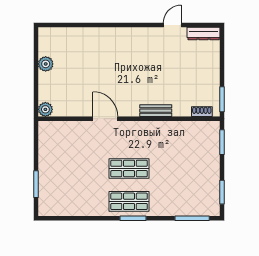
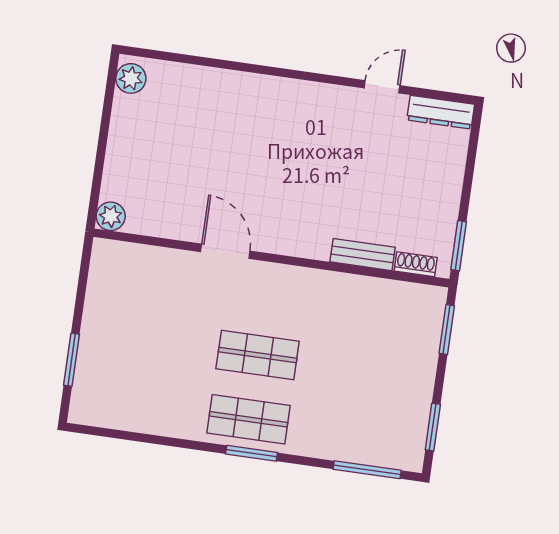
plant: (46, 64) -> (131, 78), moved
bench: (156, 111) -> (363, 255), moved

